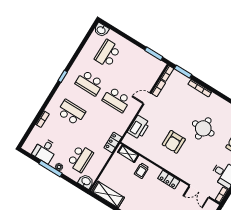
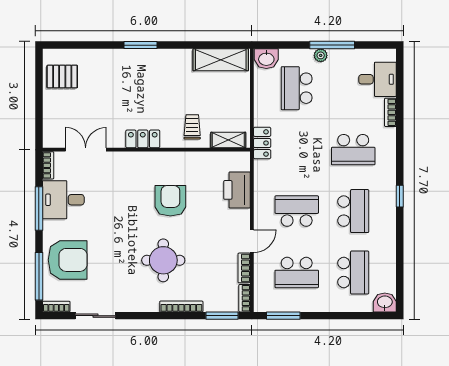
school desk: (135, 70) -> (297, 272), added
school desk: (89, 83) -> (353, 211), turned 90
round table: (203, 128) -> (163, 260), moved
desk: (45, 150) -> (378, 79), moved, turned 90

